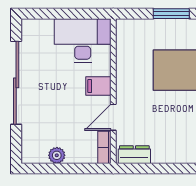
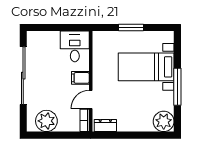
desk: (83, 41) -> (75, 46), width x0.73
plant: (57, 155) -> (46, 121), width x1.88, depth x1.88

